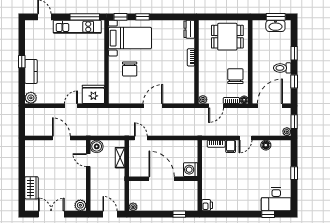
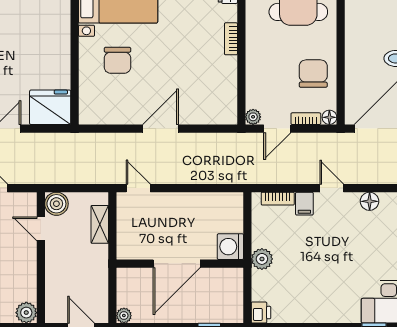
door: (245, 138) -> (332, 188), swing flipped
plant: (208, 176) -> (262, 259), added
door: (162, 179) -> (177, 264), swing flipped

